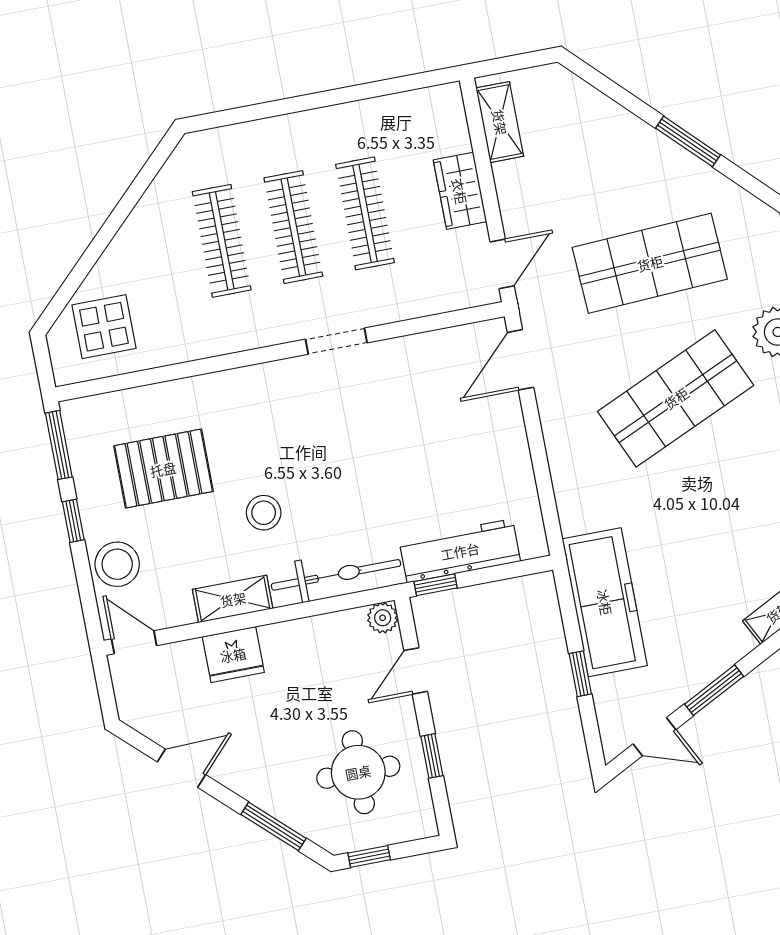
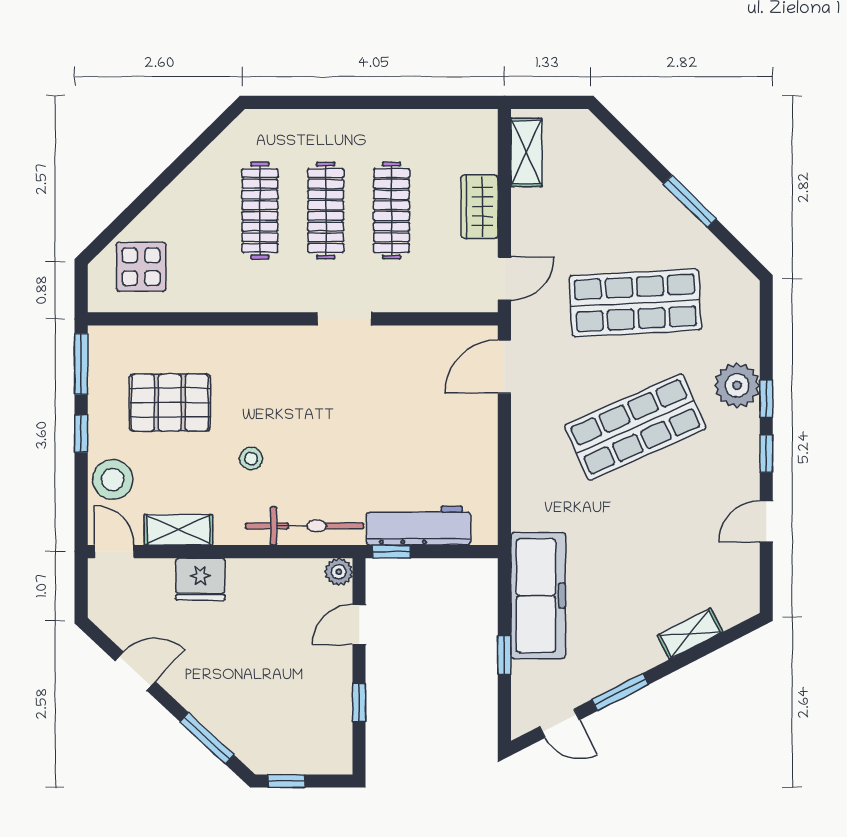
stool: (264, 513) -> (251, 459), width x0.73, depth x0.73
shelving: (233, 599) -> (178, 530), moved
round table: (358, 772) -> (291, 705), removed

